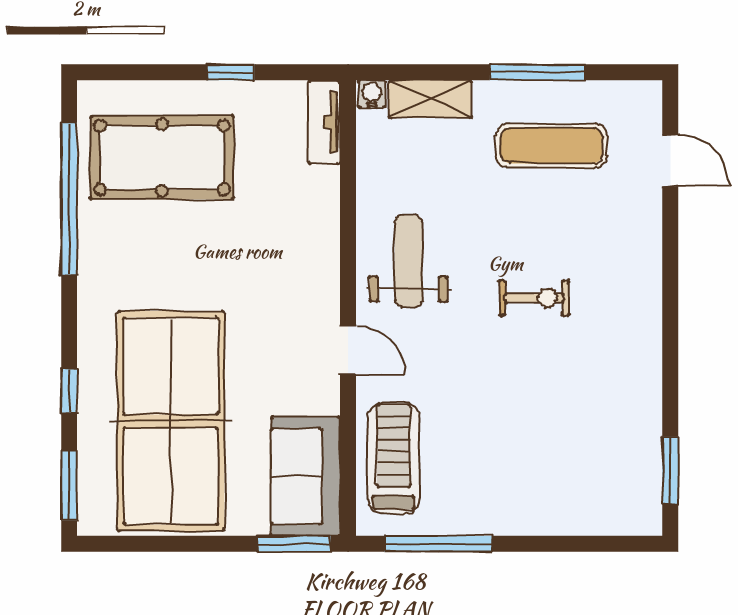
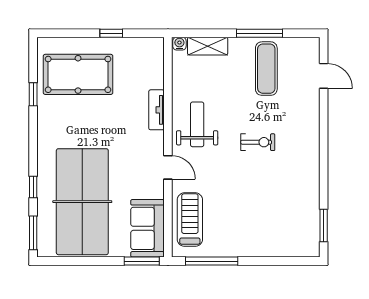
tv unit: (324, 122) -> (156, 110), moved
exercise mat: (552, 146) -> (266, 69), turned 90
window: (69, 199) -> (33, 94), width x0.32

